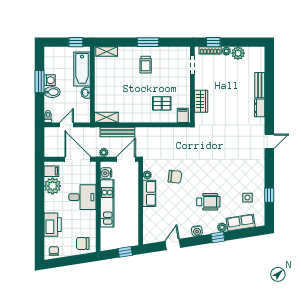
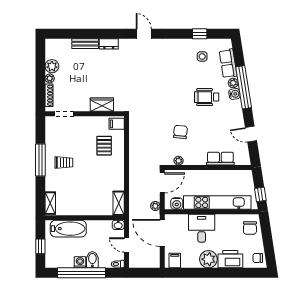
window: (76, 42) -> (40, 246), moved
window: (148, 42) -> (40, 160), width x1.44
window: (213, 42) -> (40, 92), removed
window: (40, 82) -> (82, 273), width x2.11
washbasin: (86, 93) -> (118, 225), moved
bench: (117, 132) -> (134, 192), removed
door: (78, 159) -> (162, 233), hinge flipped
door: (126, 159) -> (162, 183), swing flipped
plant: (53, 186) -> (208, 259), moved
row of seats: (149, 193) -> (220, 159), moved
wheelchair: (208, 202) -> (207, 97), turned -90
kitchen unit: (107, 203) -> (217, 202), width x1.36
water cooler: (197, 231) -> (234, 94), moved
window: (218, 237) -> (244, 87), width x3.17
window: (125, 252) -> (260, 194), moved

